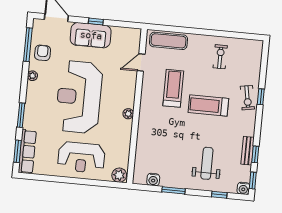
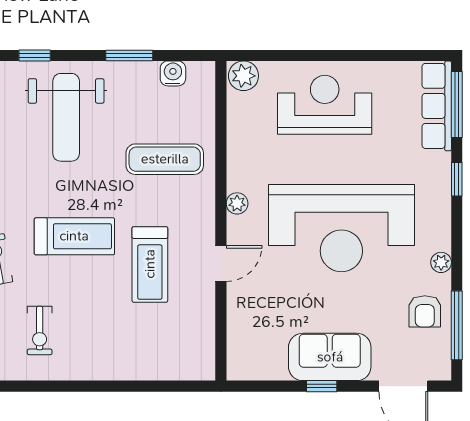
exercise mat: (168, 41) -> (165, 159), moved
exercise bike: (220, 57) -> (40, 330), moved
door: (141, 63) -> (221, 263), moved
reception desk: (79, 97) -> (341, 228), turned 90
window: (21, 115) -> (457, 179), width x0.67
window: (17, 151) -> (457, 105), width x1.44
weight bench: (207, 163) -> (66, 117), width x1.36, depth x1.33

